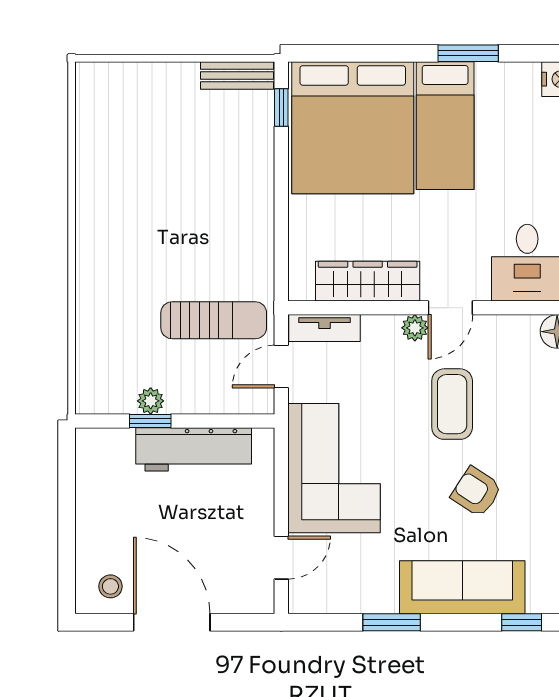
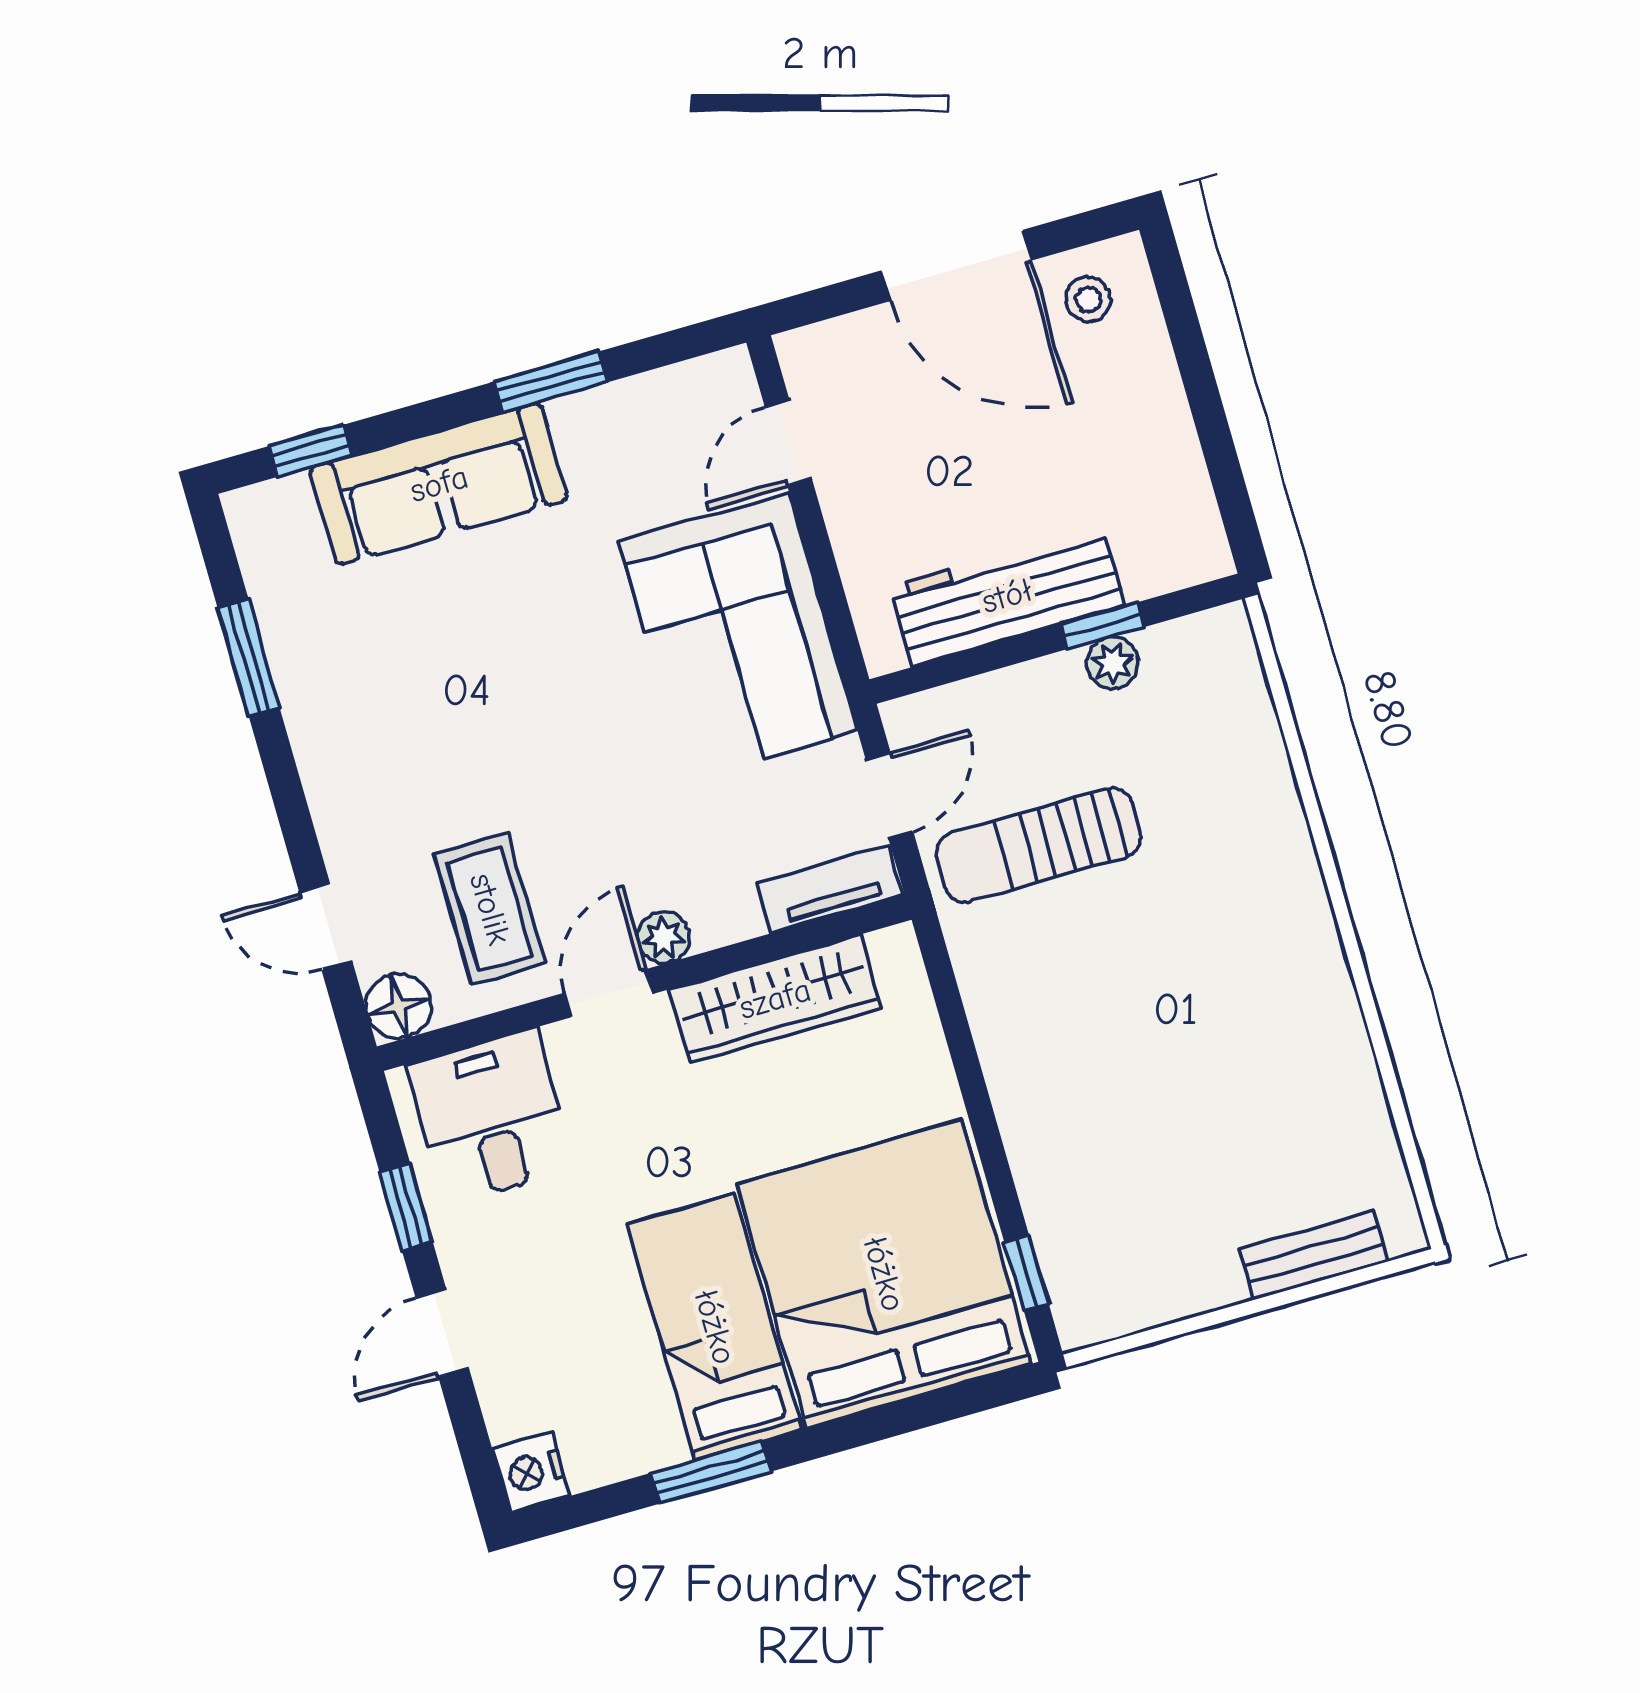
bench: (237, 75) -> (1313, 1255), moved
coffee table: (452, 404) -> (490, 909), moved
armchair: (476, 492) -> (463, 667), removed

